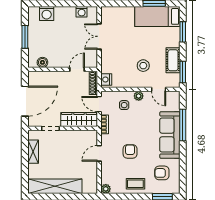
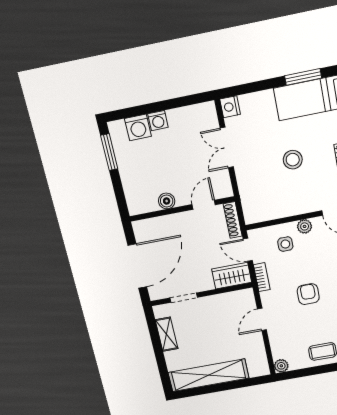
washing machine: (82, 12) -> (158, 121), moved
window: (25, 37) -> (109, 152), moved
boiler: (42, 62) -> (167, 201), moved
stool: (143, 66) -> (293, 160), moved
nightstand: (106, 80) -> (230, 107), moved
wardrobe: (79, 119) -> (232, 276), width x0.67
armchair: (130, 151) -> (308, 294), moved

